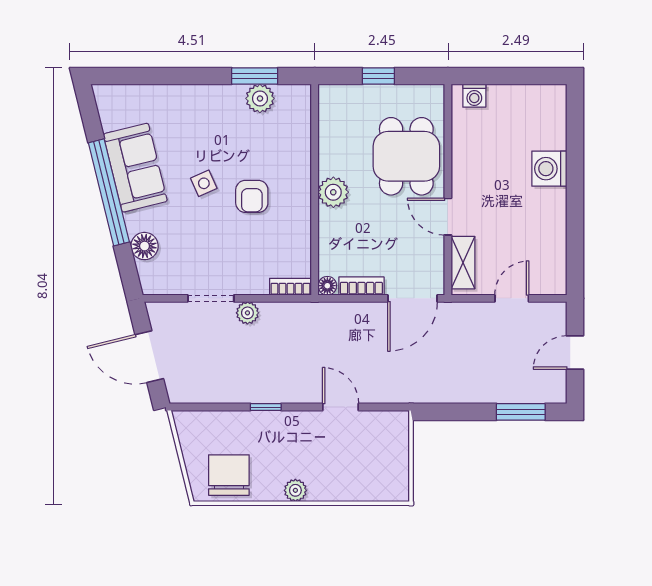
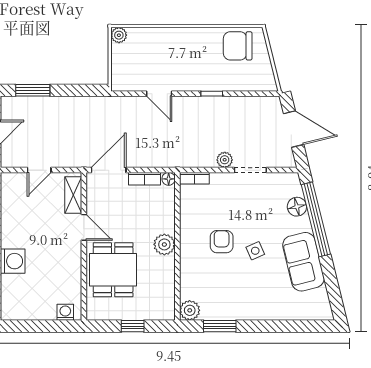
plant: (260, 98) -> (190, 310), moved
window: (109, 192) -> (316, 219), moved
chair: (229, 475) -> (238, 46), turned 90
plant: (295, 490) -> (119, 35), moved

